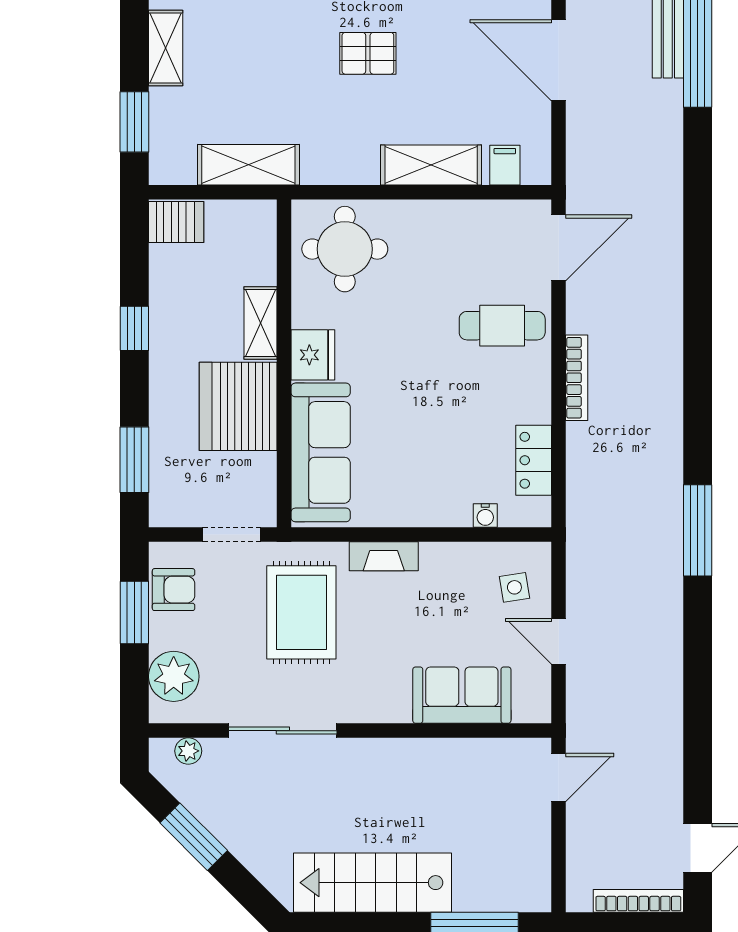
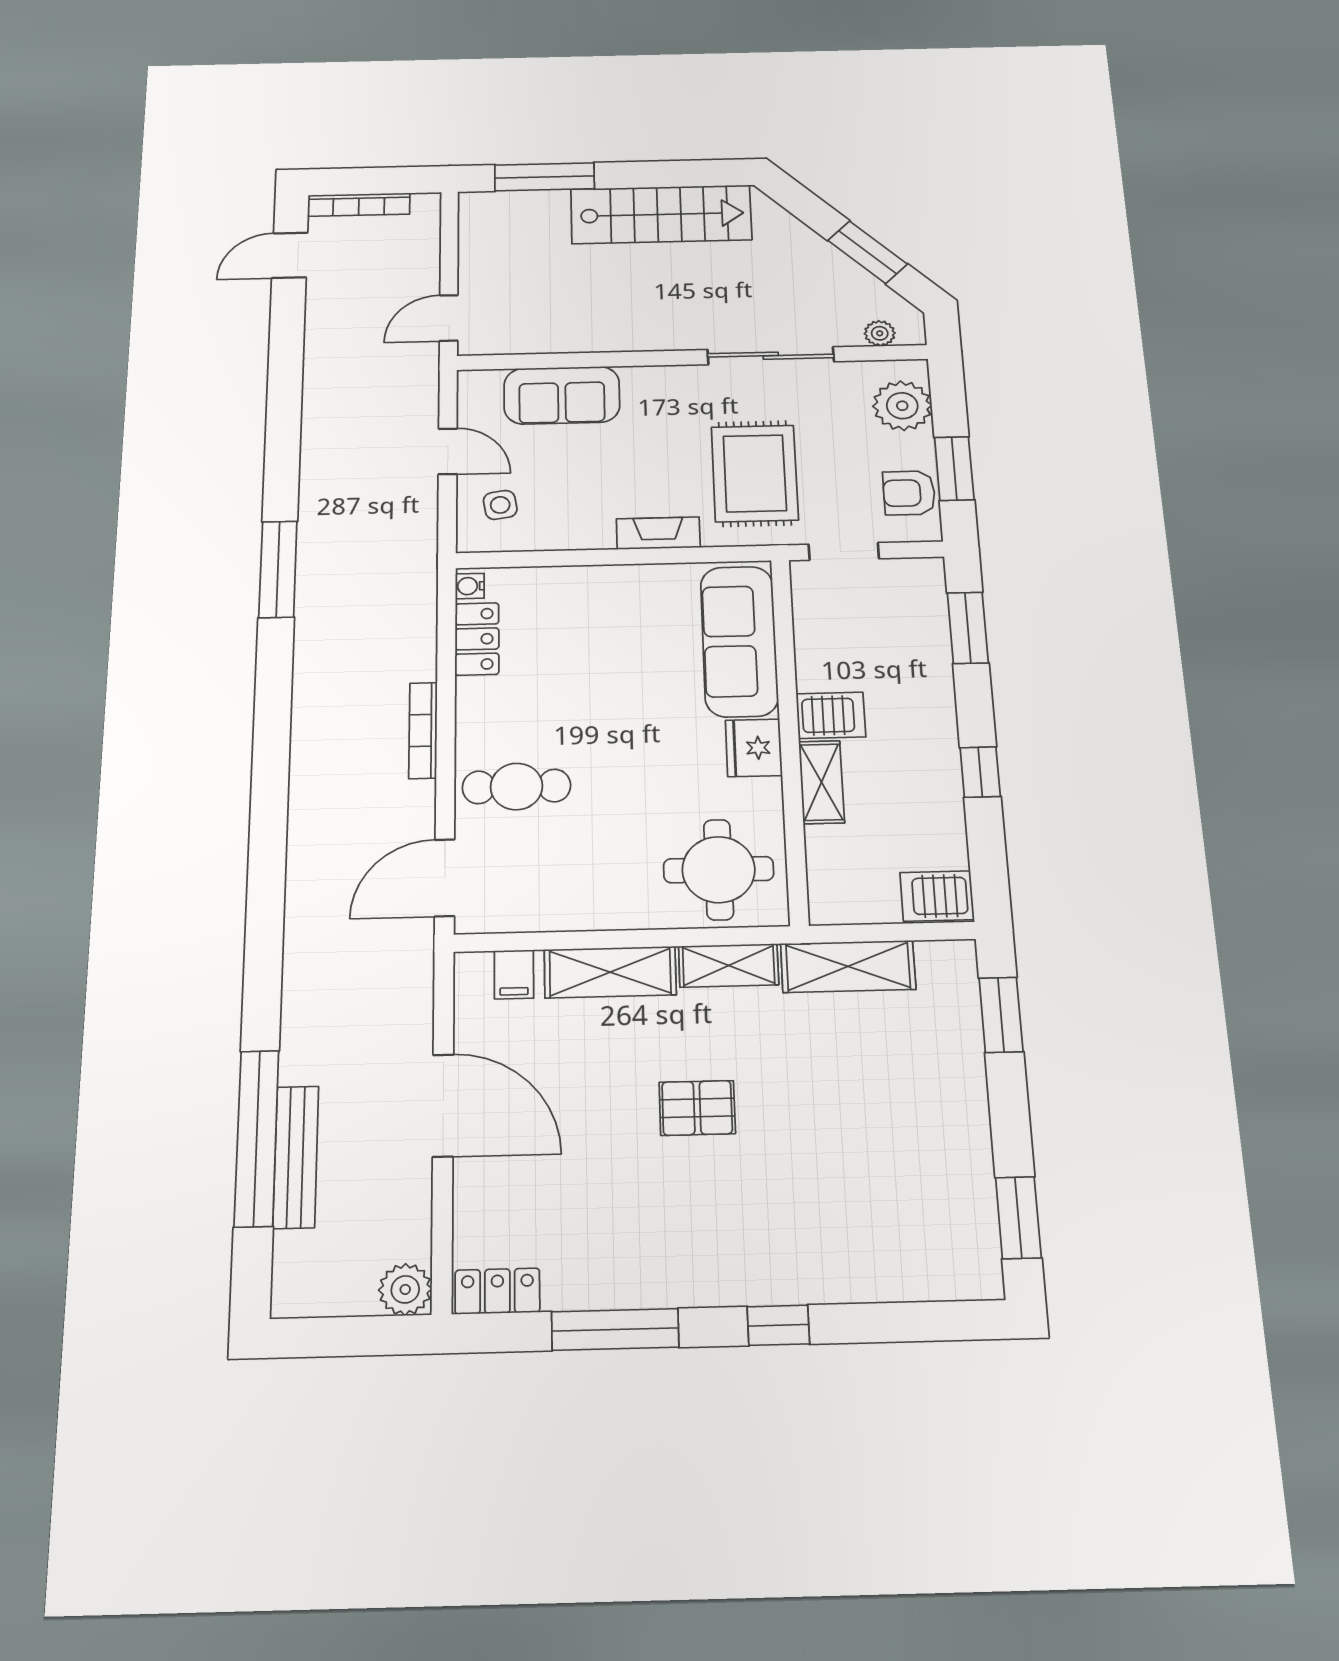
shelving: (166, 48) -> (729, 965), moved, turned 90
server rack: (238, 406) -> (831, 715), width x0.46, depth x0.70
water cooler: (485, 516) -> (470, 586), moved, turned -90

